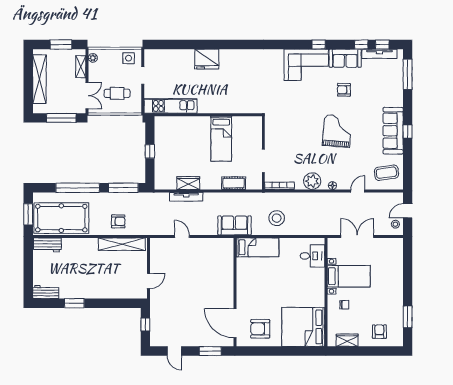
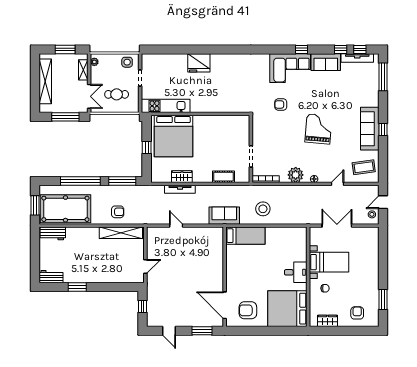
armchair: (344, 90) -> (281, 105), moved
bed: (221, 139) -> (174, 136), moved, width x2.04
desk: (312, 256) -> (296, 272), moved

